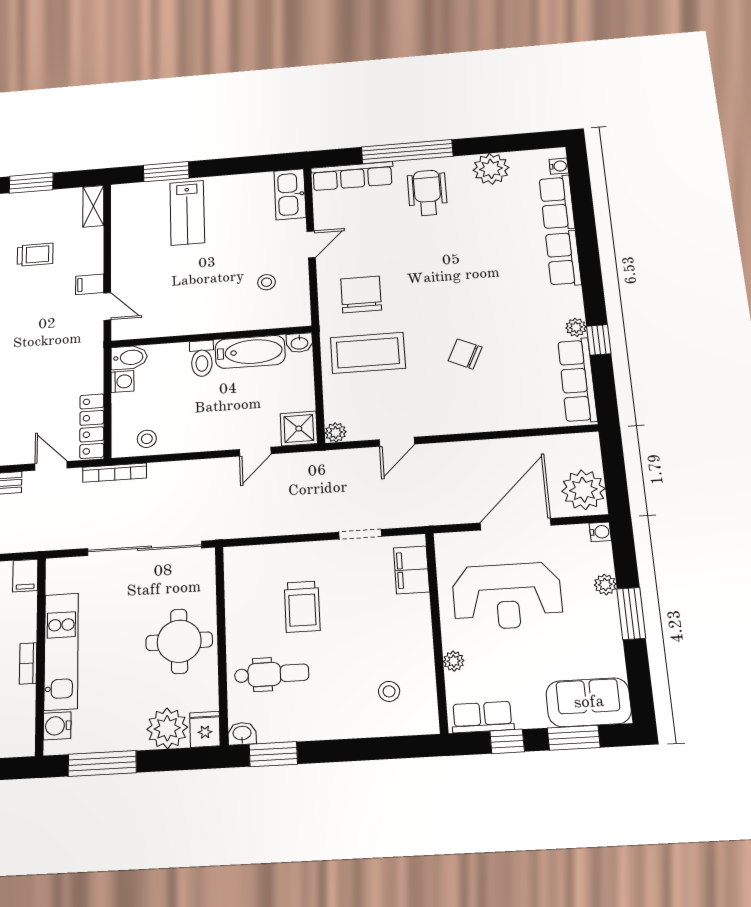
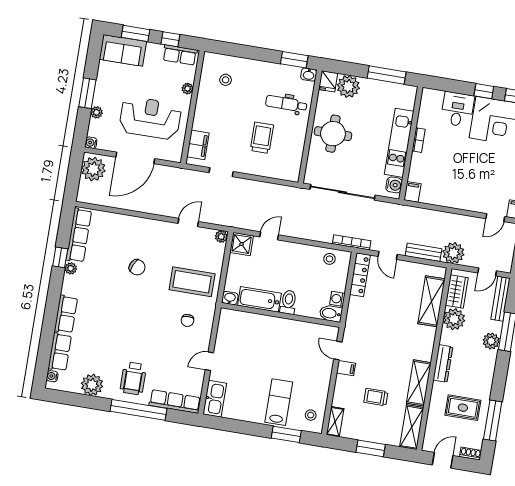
stool: (267, 282) -> (311, 415), moved
chair: (361, 295) -> (187, 320), width x0.54, depth x0.54
water cooler: (57, 726) -> (394, 185), moved

